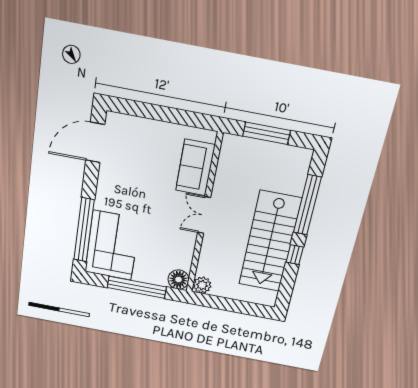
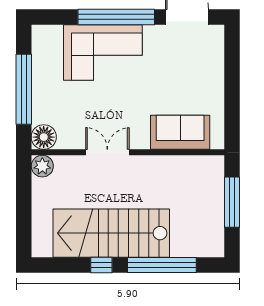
double door: (204, 215) -> (107, 152), moved
window: (84, 230) -> (116, 17), moved
corner sofa: (112, 246) -> (103, 52), moved

